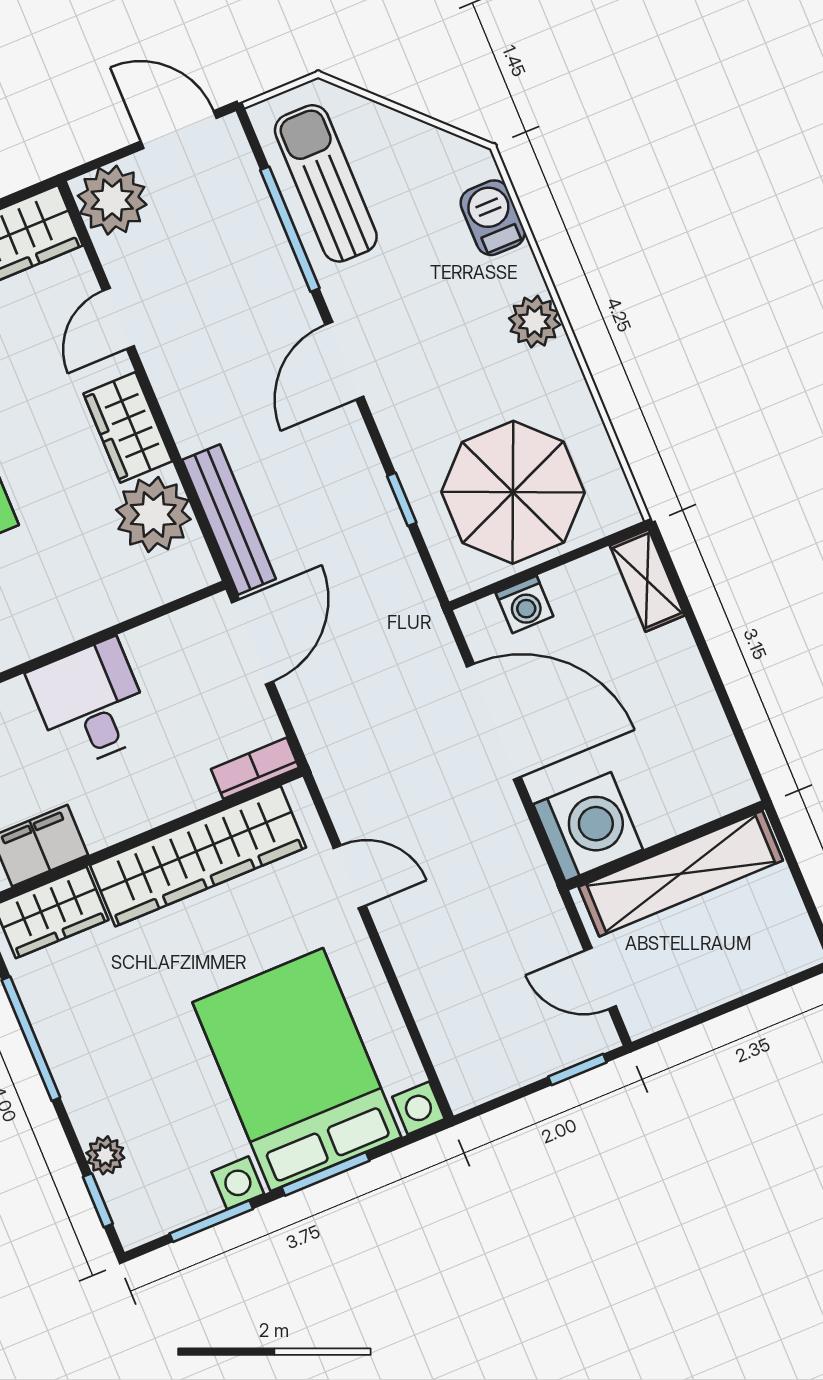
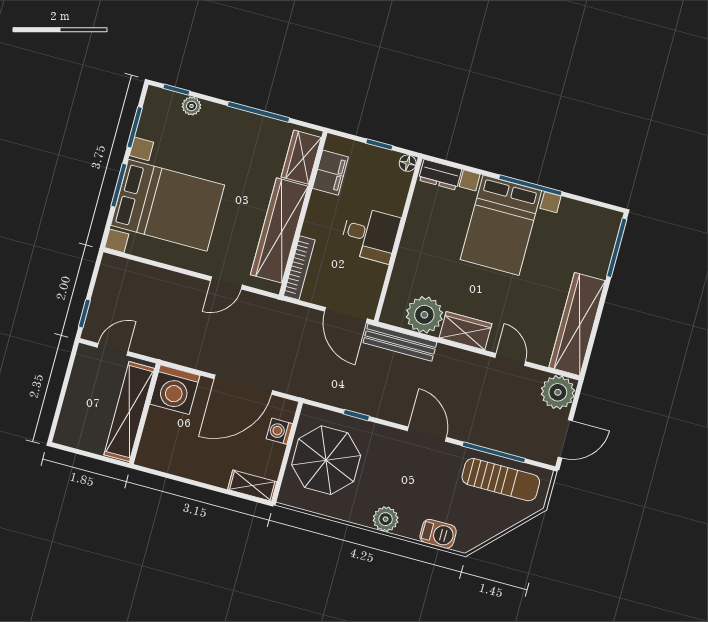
bookcase: (255, 768) -> (299, 268), width x1.56

